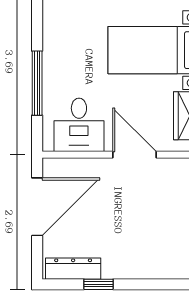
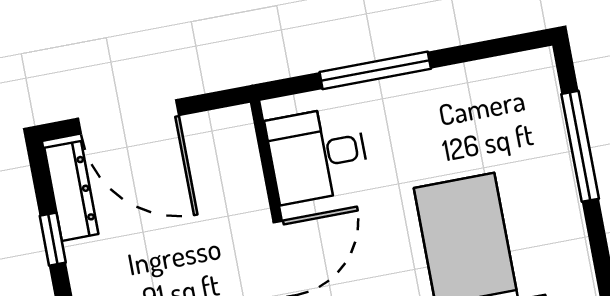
door: (37, 207) -> (128, 117), moved

